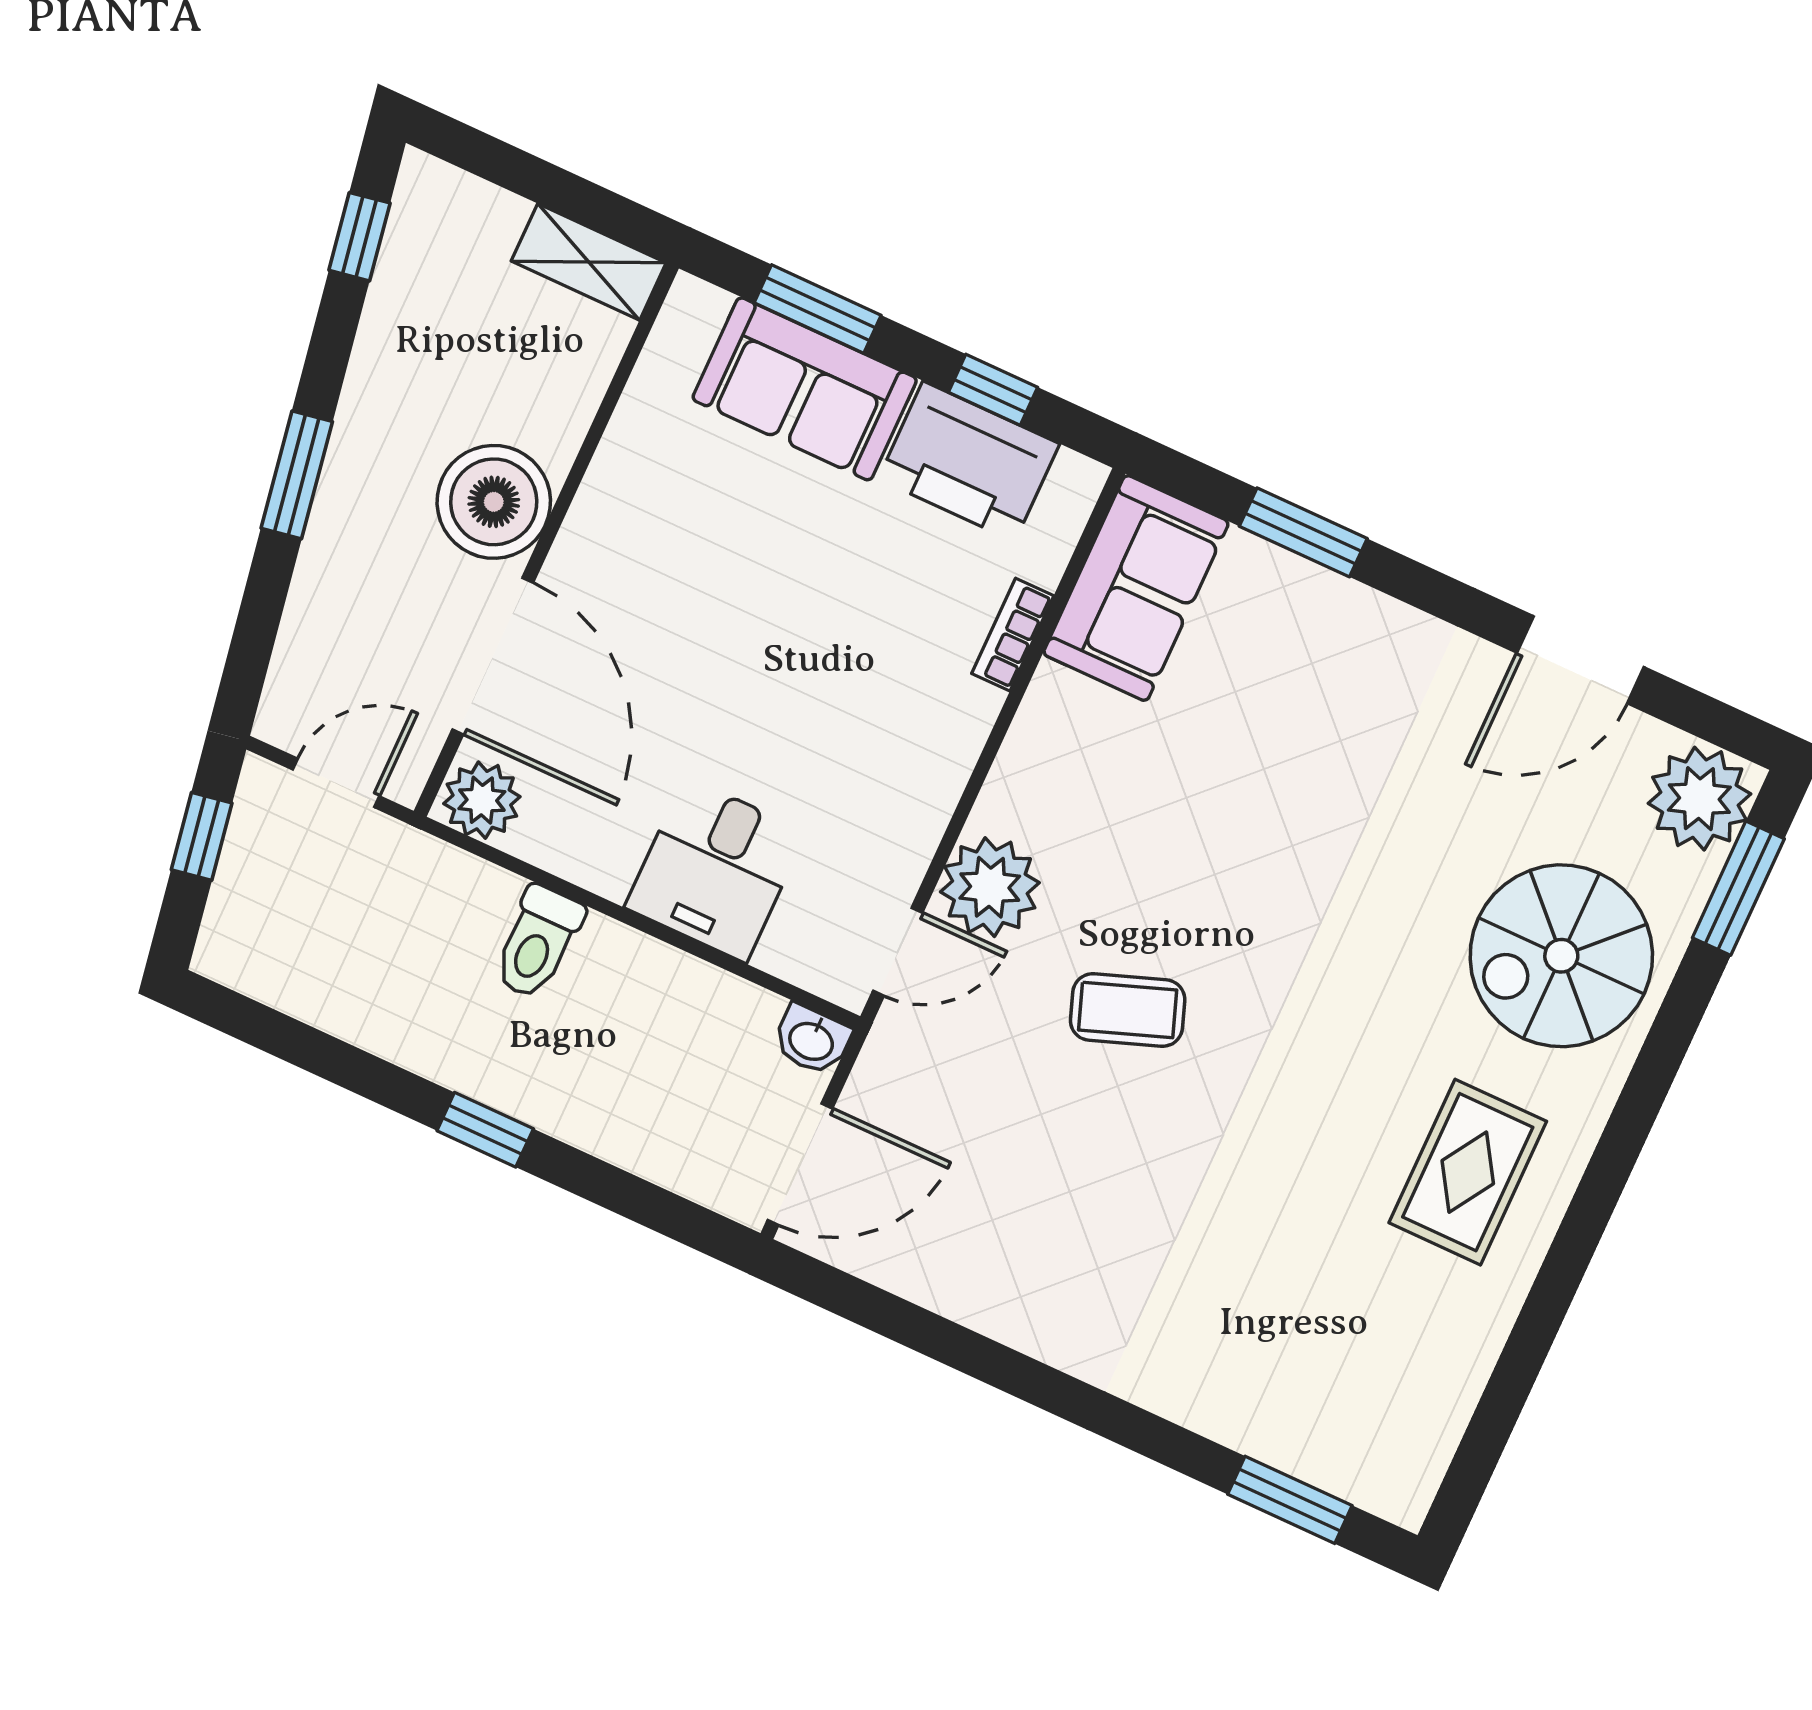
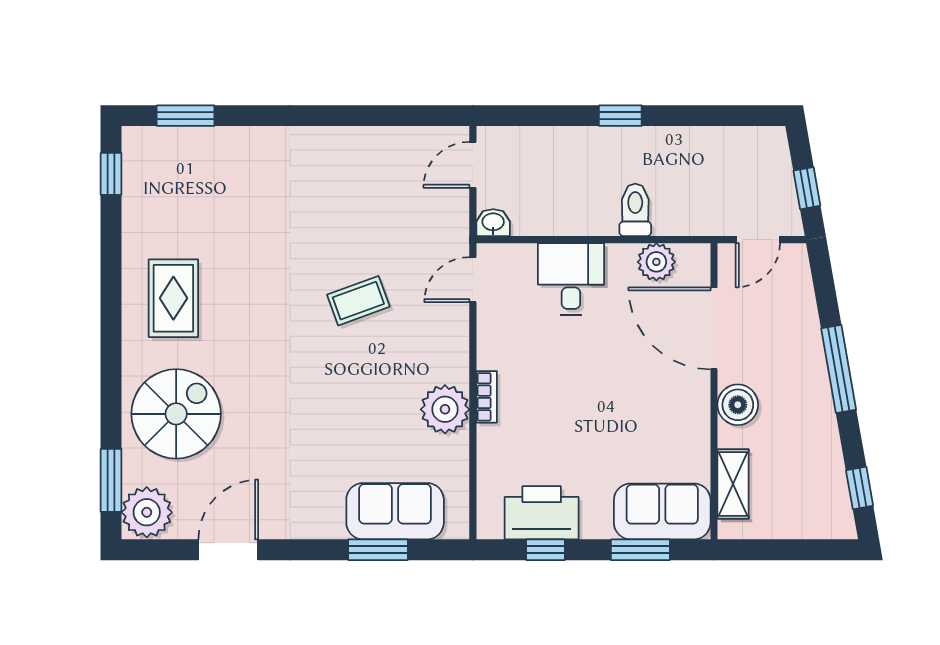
shelving: (589, 262) -> (733, 484), moved, turned 90
sofa: (805, 389) -> (662, 511), moved
window: (297, 475) -> (839, 369), width x1.44
boiler: (494, 502) -> (738, 405), width x0.73, depth x0.73
sofa: (1136, 588) -> (395, 511), moved, turned 90
bookcase: (1013, 635) -> (487, 397), moved
plant: (482, 800) -> (656, 262), moved
plant: (990, 887) -> (445, 409), moved
door: (800, 1164) -> (473, 165), width x0.73
window: (1477, 1455) -> (111, 174), added

